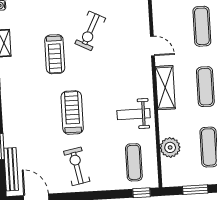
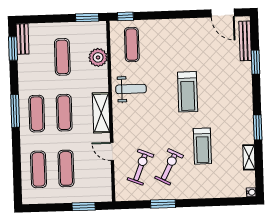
treadmill: (55, 54) -> (202, 146), turned 180
exercise bike: (77, 166) -> (140, 167), moved, turned -147
window: (195, 190) -> (87, 18), moved

